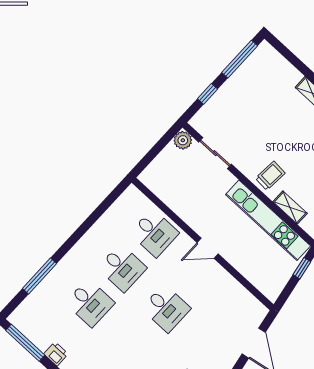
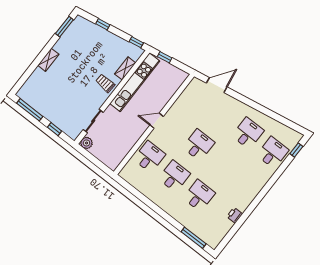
door: (208, 248) -> (157, 121), swing flipped
window: (40, 276) -> (194, 238), moved
window: (25, 343) -> (229, 236), removed

